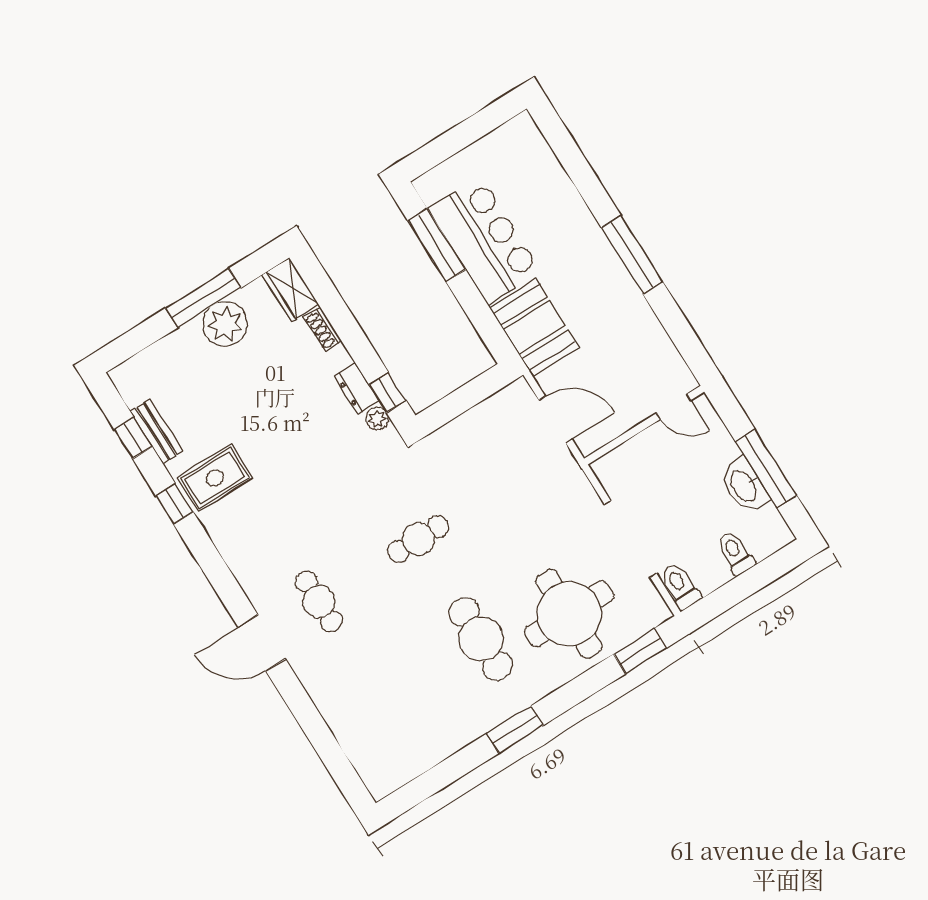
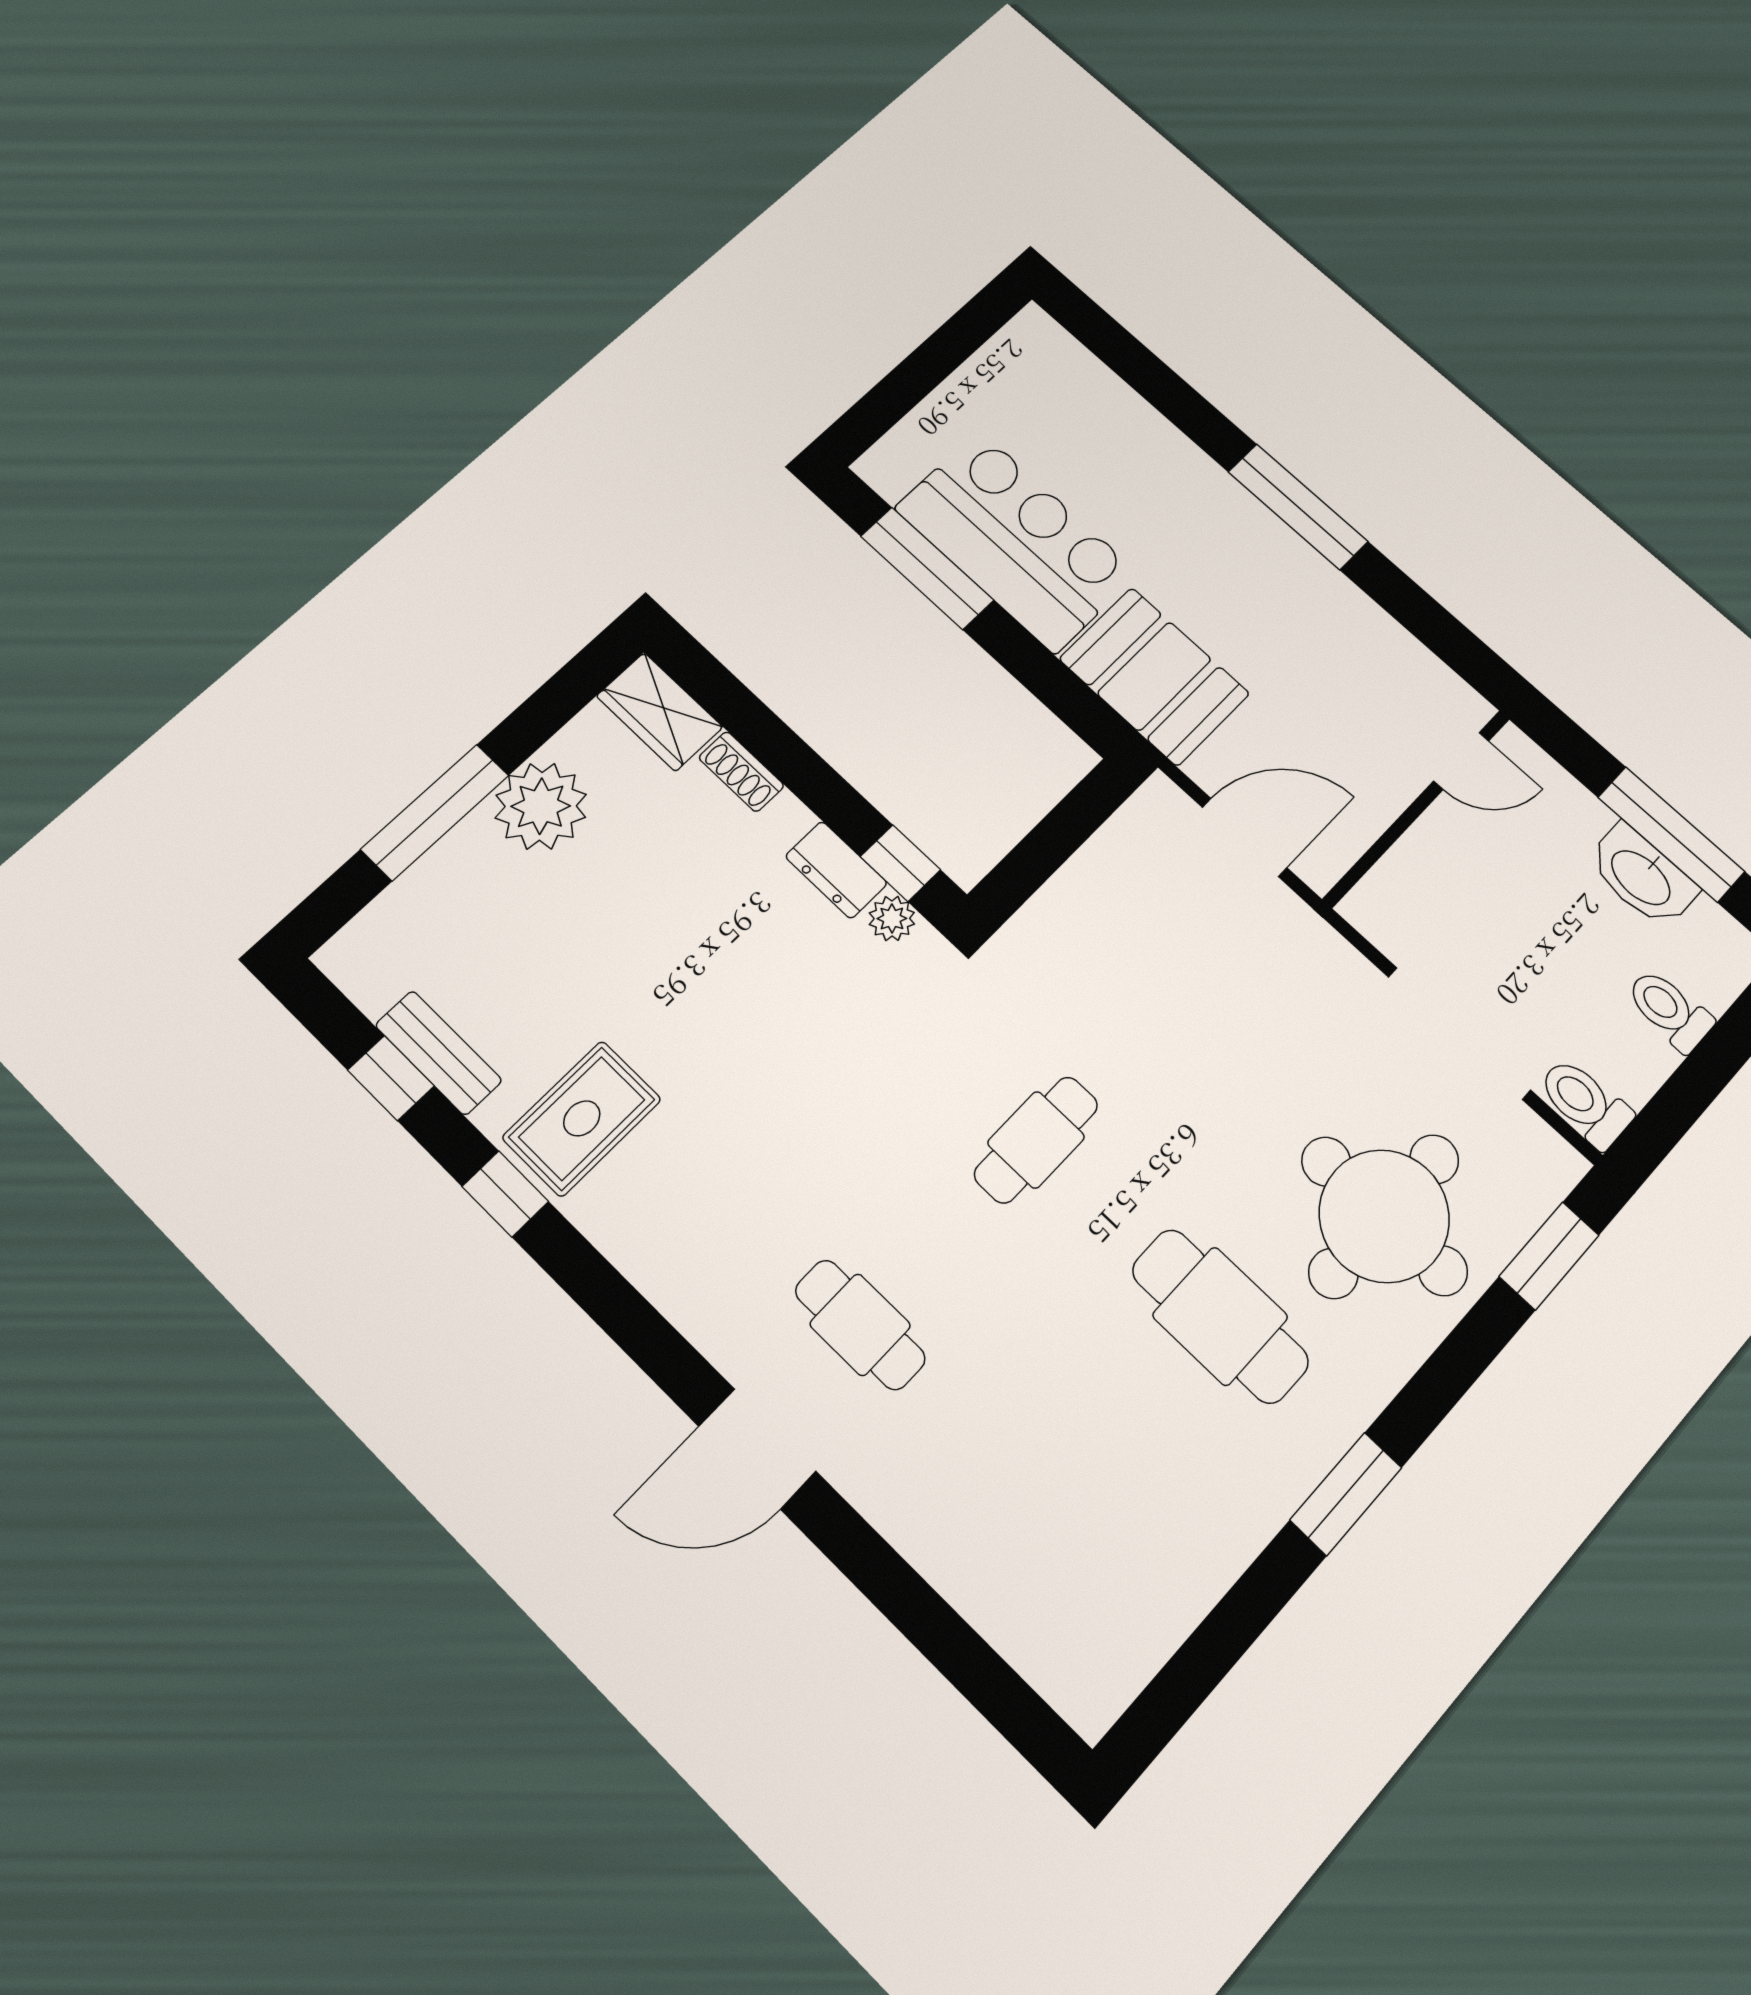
window: (203, 298) -> (435, 812), moved

